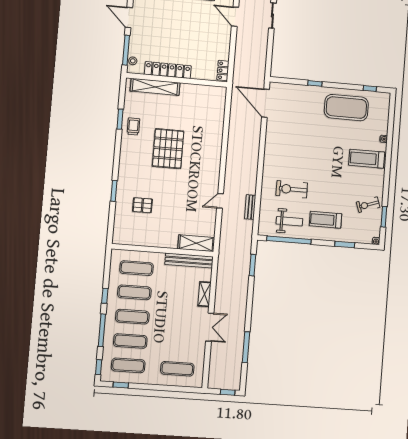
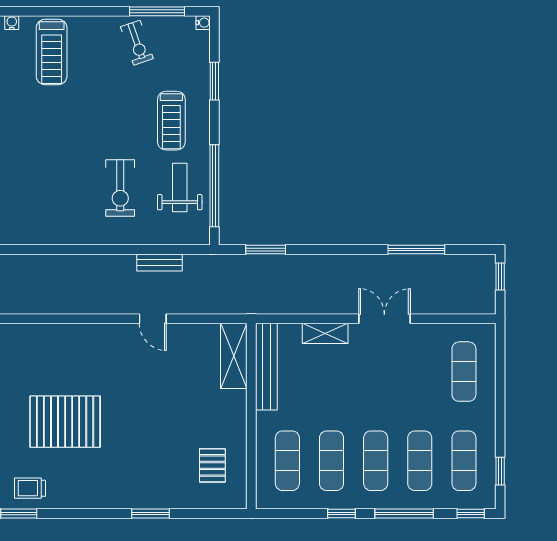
pallet: (142, 205) -> (212, 465), moved
window: (384, 217) -> (157, 11), width x1.44

